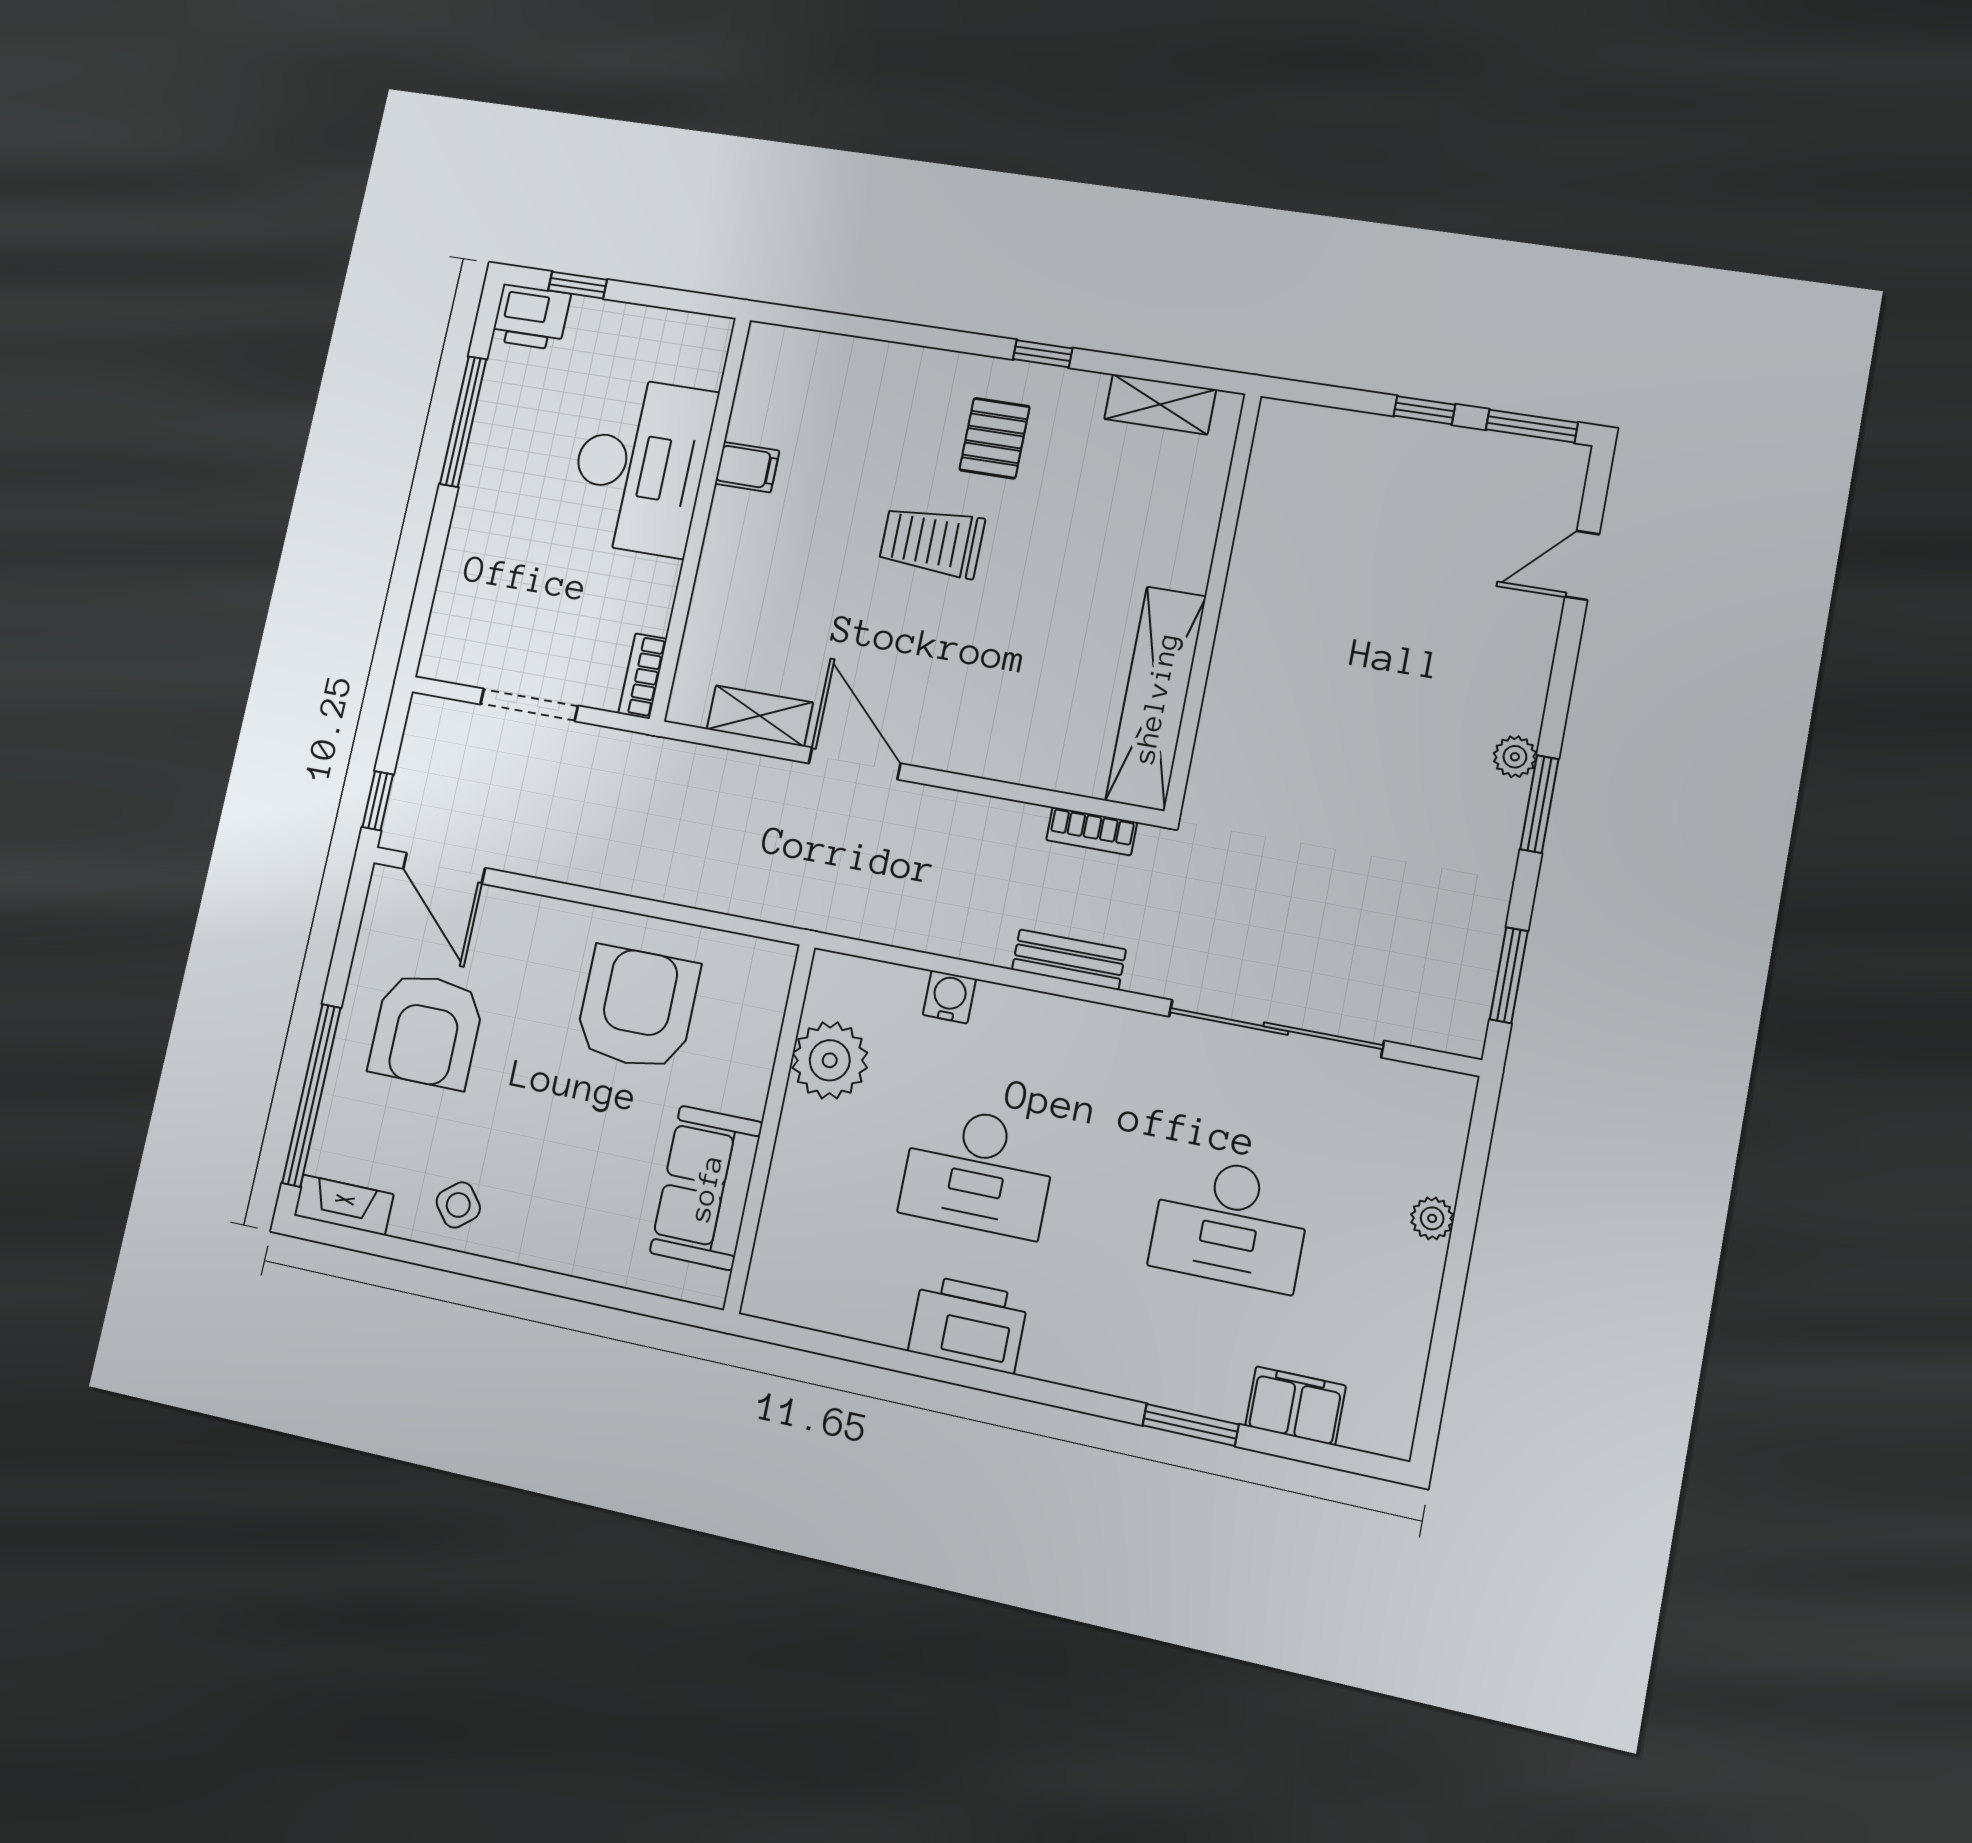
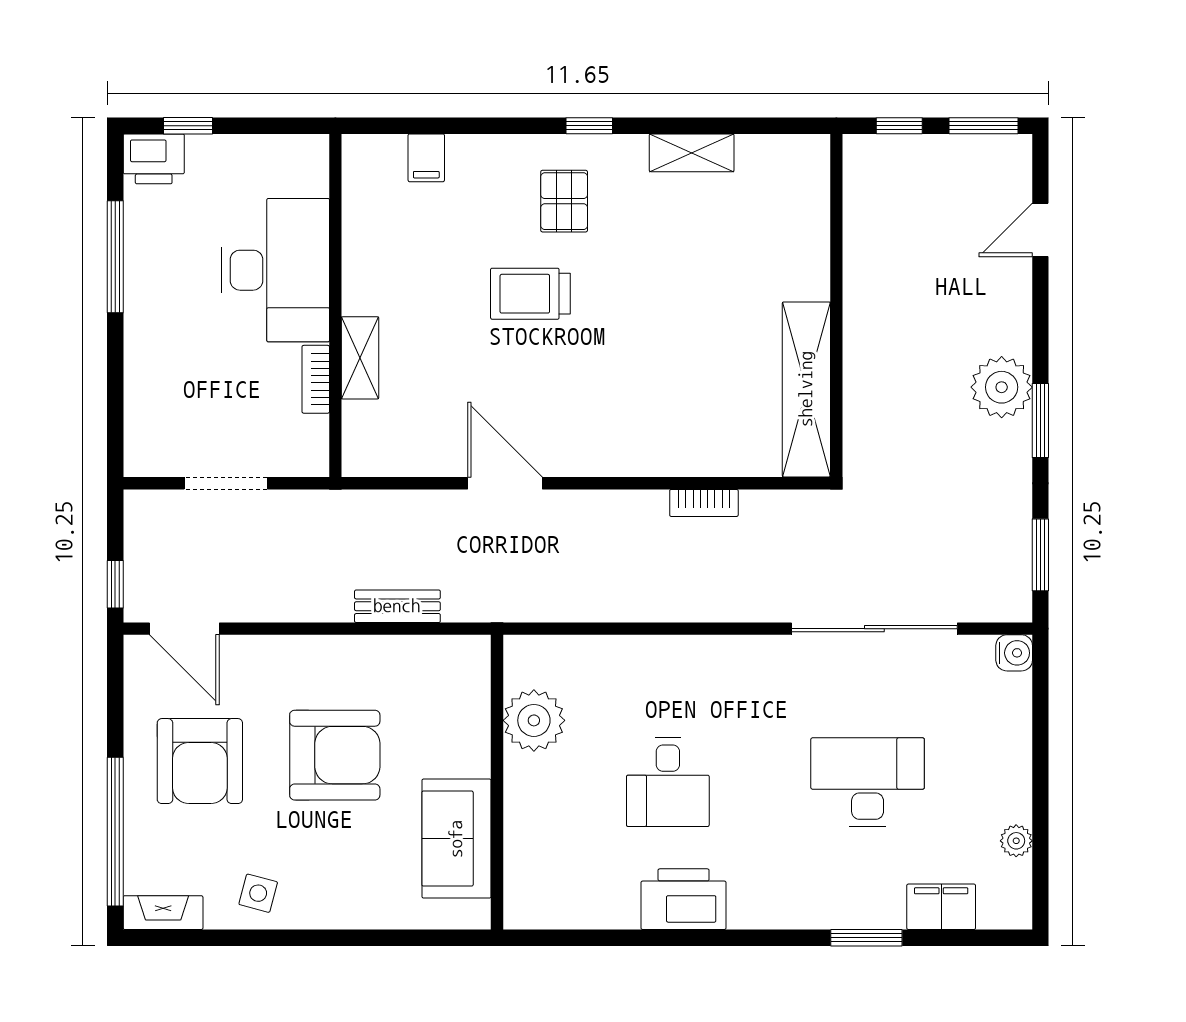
filing cabinet: (747, 467) -> (426, 158), moved, turned 90
wall: (1213, 602) -> (836, 305), moved
bookcase: (643, 676) -> (316, 379), moved
shelving: (1156, 698) -> (806, 389), moved
shelving: (760, 716) -> (360, 358), moved, turned 90
plant: (1515, 757) -> (1002, 387), width x1.88, depth x1.88
bench: (1069, 960) -> (397, 606), moved
water cooler: (949, 997) -> (1014, 653), moved, turned 90
armchair: (637, 1008) -> (335, 755), moved, turned 90
desk: (978, 1171) -> (668, 782), width x0.73
side table: (458, 1205) -> (258, 893), turned -36
plant: (1432, 1218) -> (1016, 841), moved
desk: (1230, 1223) -> (868, 782), turned 180

